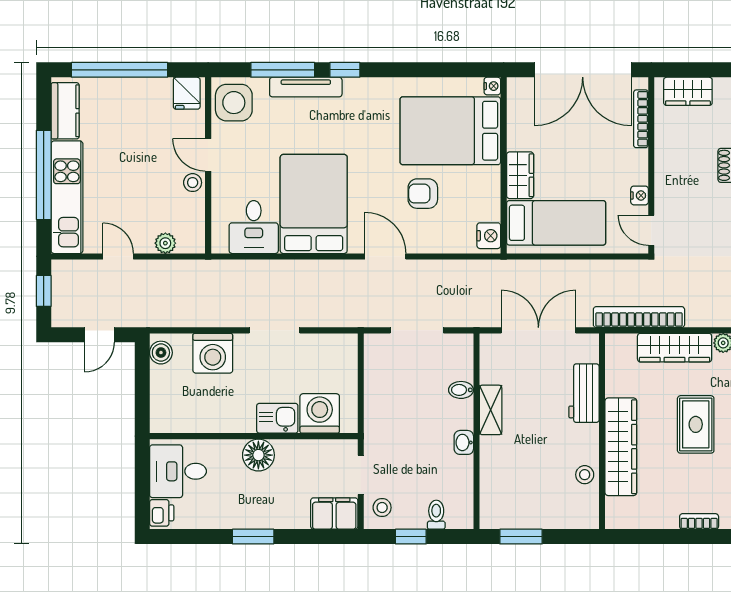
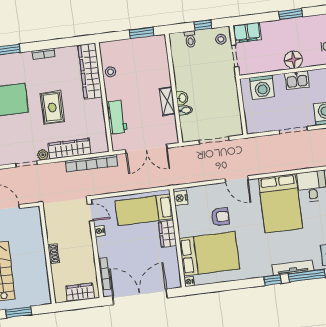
kitchen sink: (277, 418) -> (297, 80), moved
washbasin: (464, 442) -> (182, 98), moved
wardrobe: (621, 447) -> (90, 71), moved

